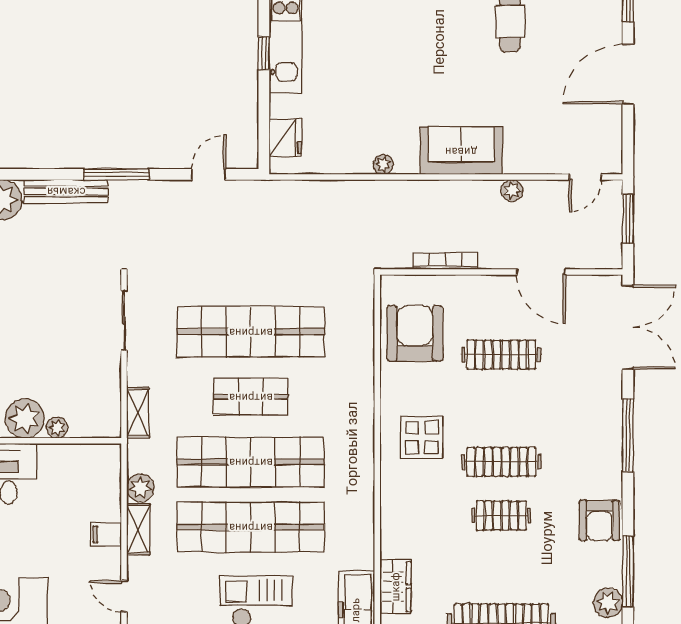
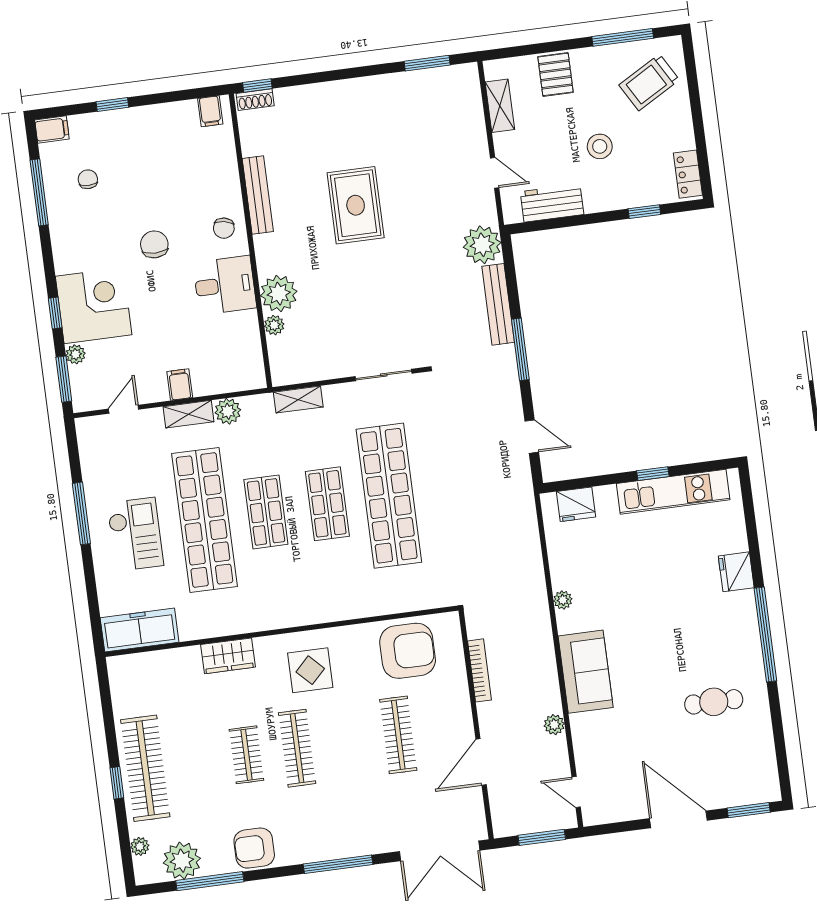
shop shelf: (251, 462) -> (266, 512), width x0.50, depth x0.74
wardrobe: (396, 587) -> (228, 656), moved
plant: (608, 603) -> (182, 861), width x1.36, depth x1.36

